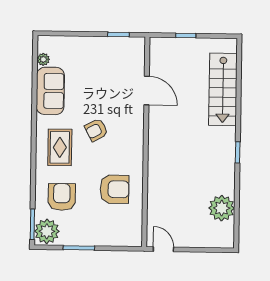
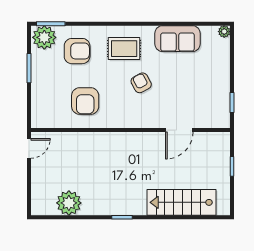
plant: (43, 59) -> (224, 32), moved

